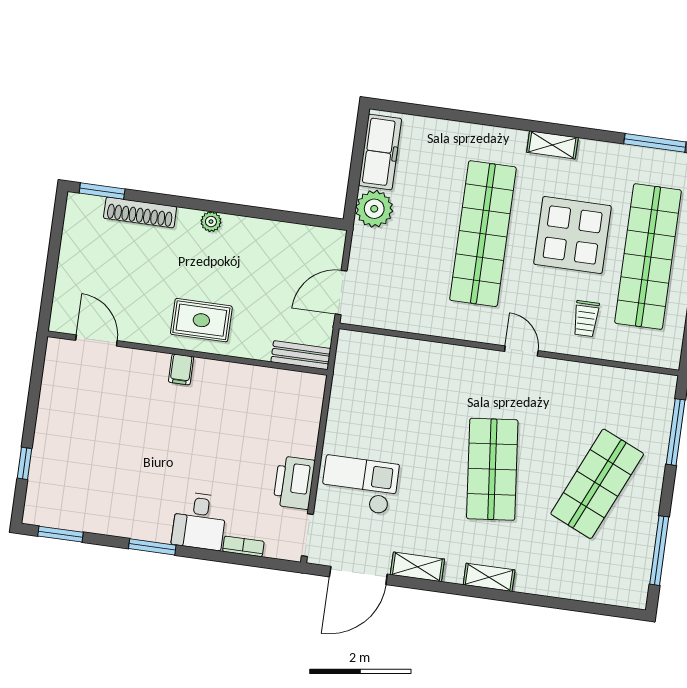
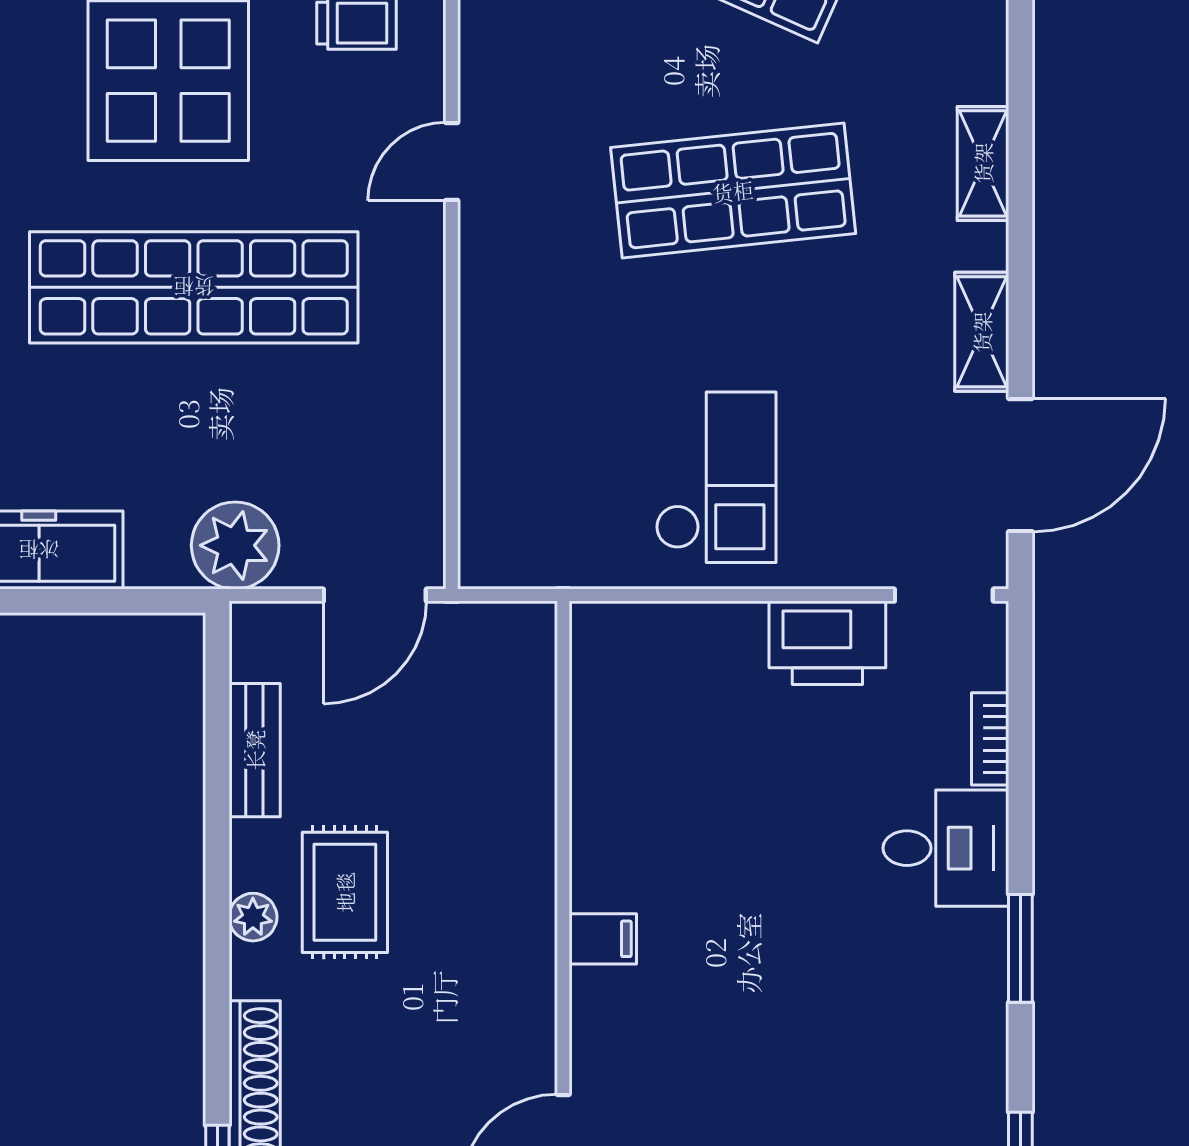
plant: (374, 209) -> (235, 545), moved
door: (341, 293) -> (375, 595), hinge flipped
rug: (201, 320) -> (345, 892), moved
bench: (301, 355) -> (255, 750), moved
checkout: (360, 485) -> (716, 477), moved, turned 180
door: (358, 575) -> (1020, 465), hinge flipped

